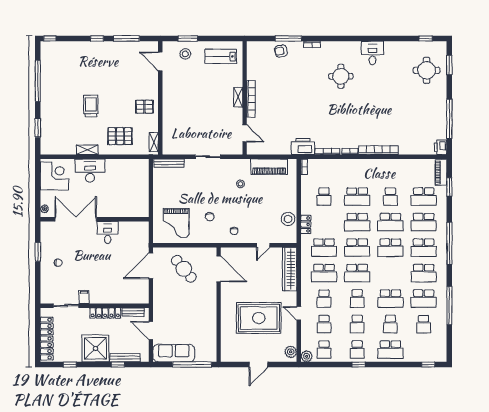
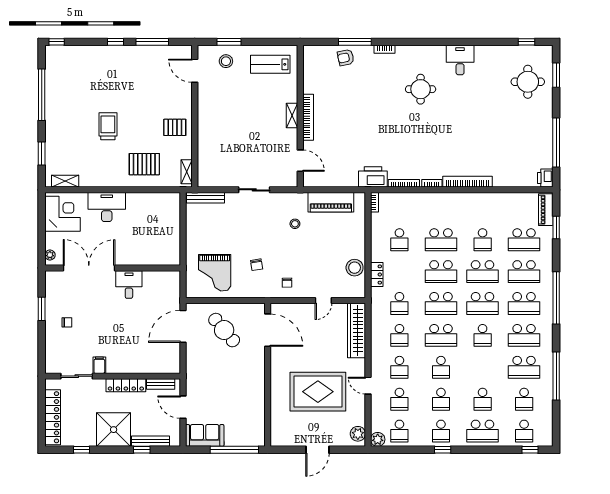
shelving: (87, 150) -> (65, 181), moved
school desk: (324, 248) -> (399, 304), width x0.54
school desk: (324, 273) -> (399, 335), width x0.54
school desk: (390, 299) -> (483, 335), moved, width x0.54
school desk: (424, 350) -> (524, 431), added
sofa: (174, 353) -> (205, 435), width x0.73

